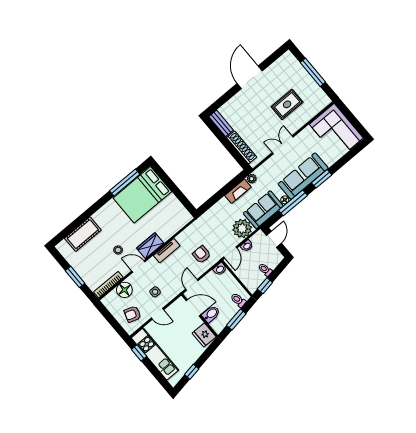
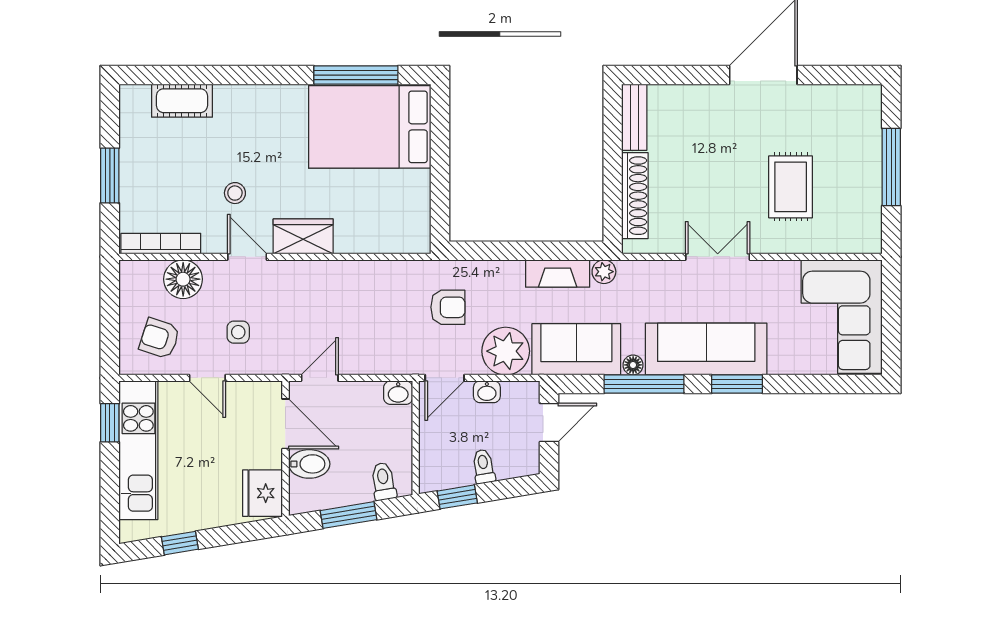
rug: (287, 104) -> (791, 187), turned 90
cot: (83, 234) -> (182, 101), width x0.73, depth x0.75
tv unit: (167, 251) -> (327, 272), removed
armchair: (202, 255) -> (448, 307), moved, turned 90

